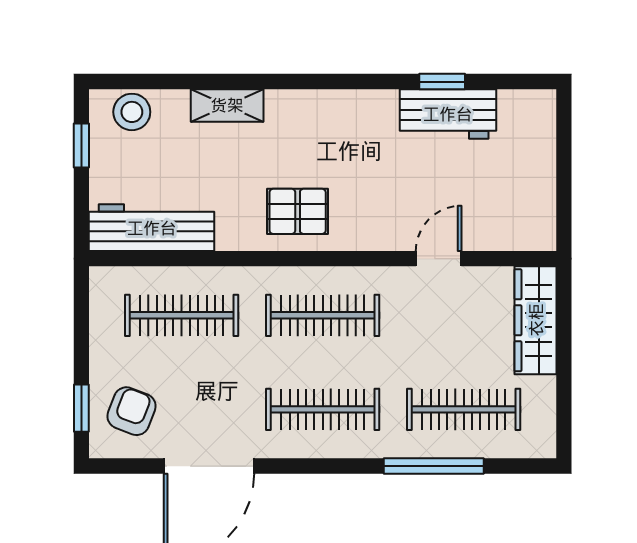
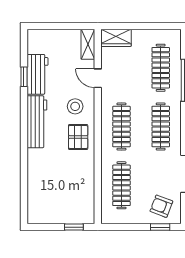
shelving: (227, 105) -> (88, 44), moved
stool: (132, 112) -> (75, 106), moved
window: (81, 146) -> (74, 227), moved
workbench: (152, 228) -> (37, 122), moved, turned 180
wardrobe: (536, 320) -> (116, 38), width x0.67

